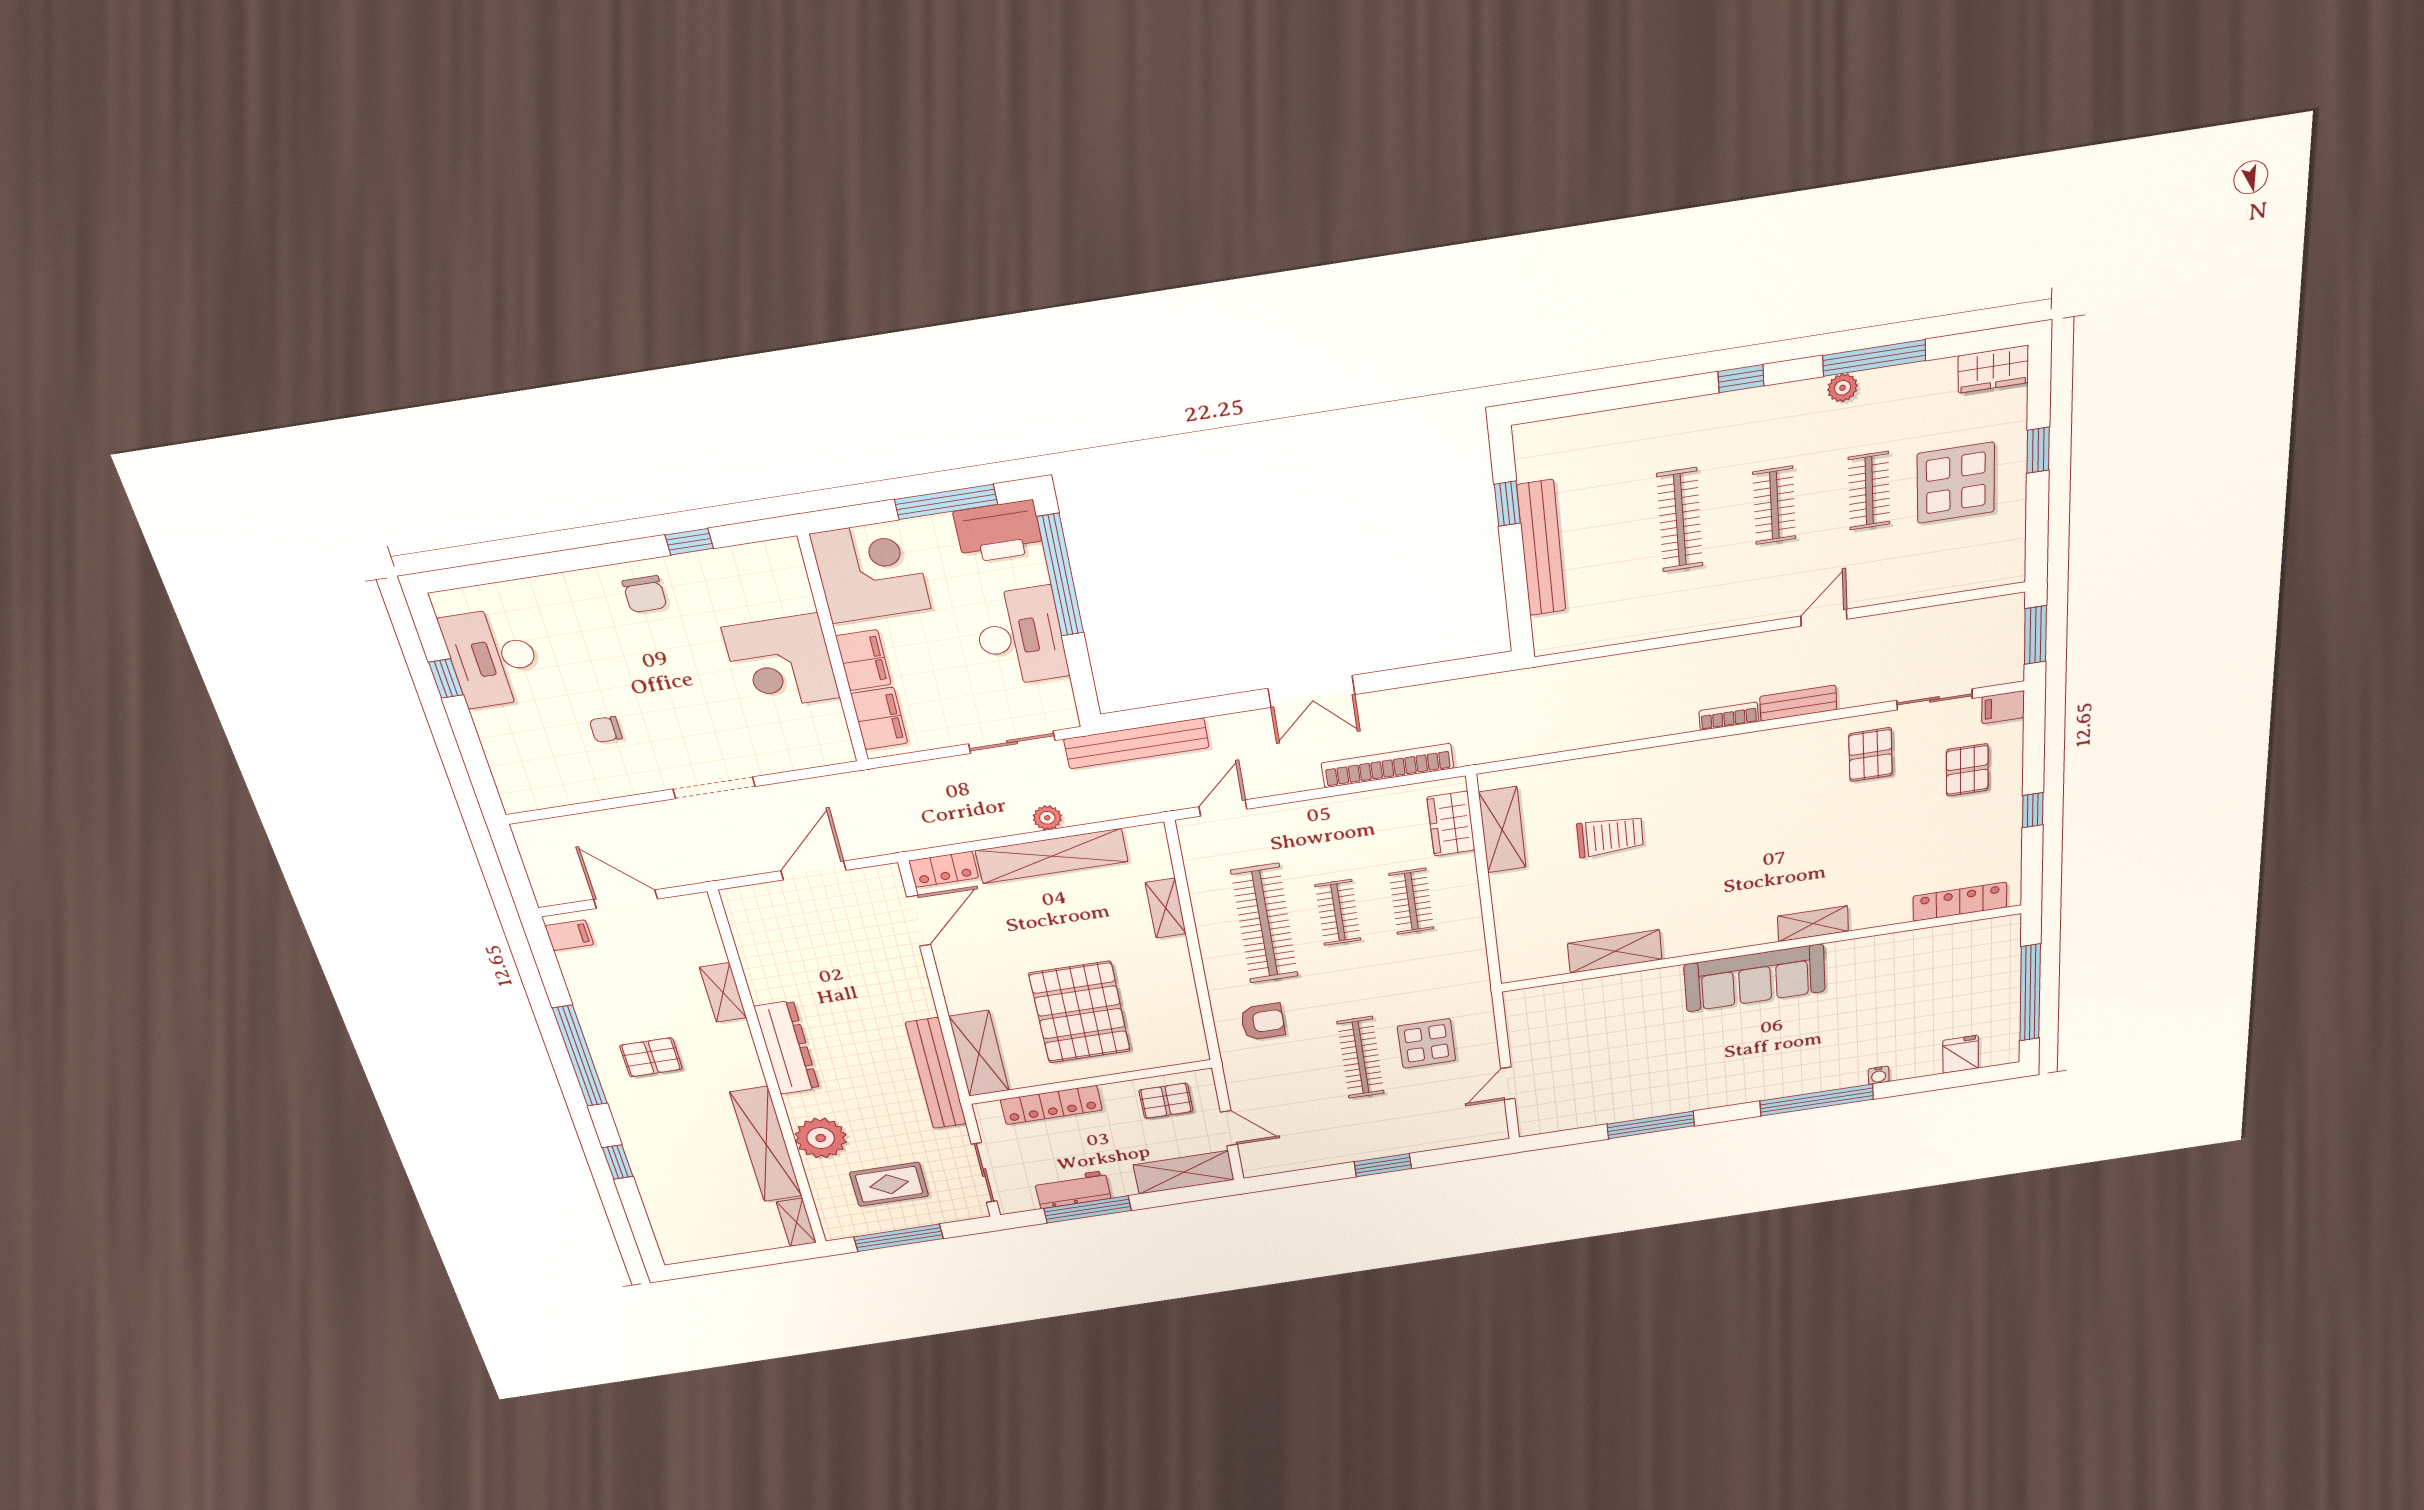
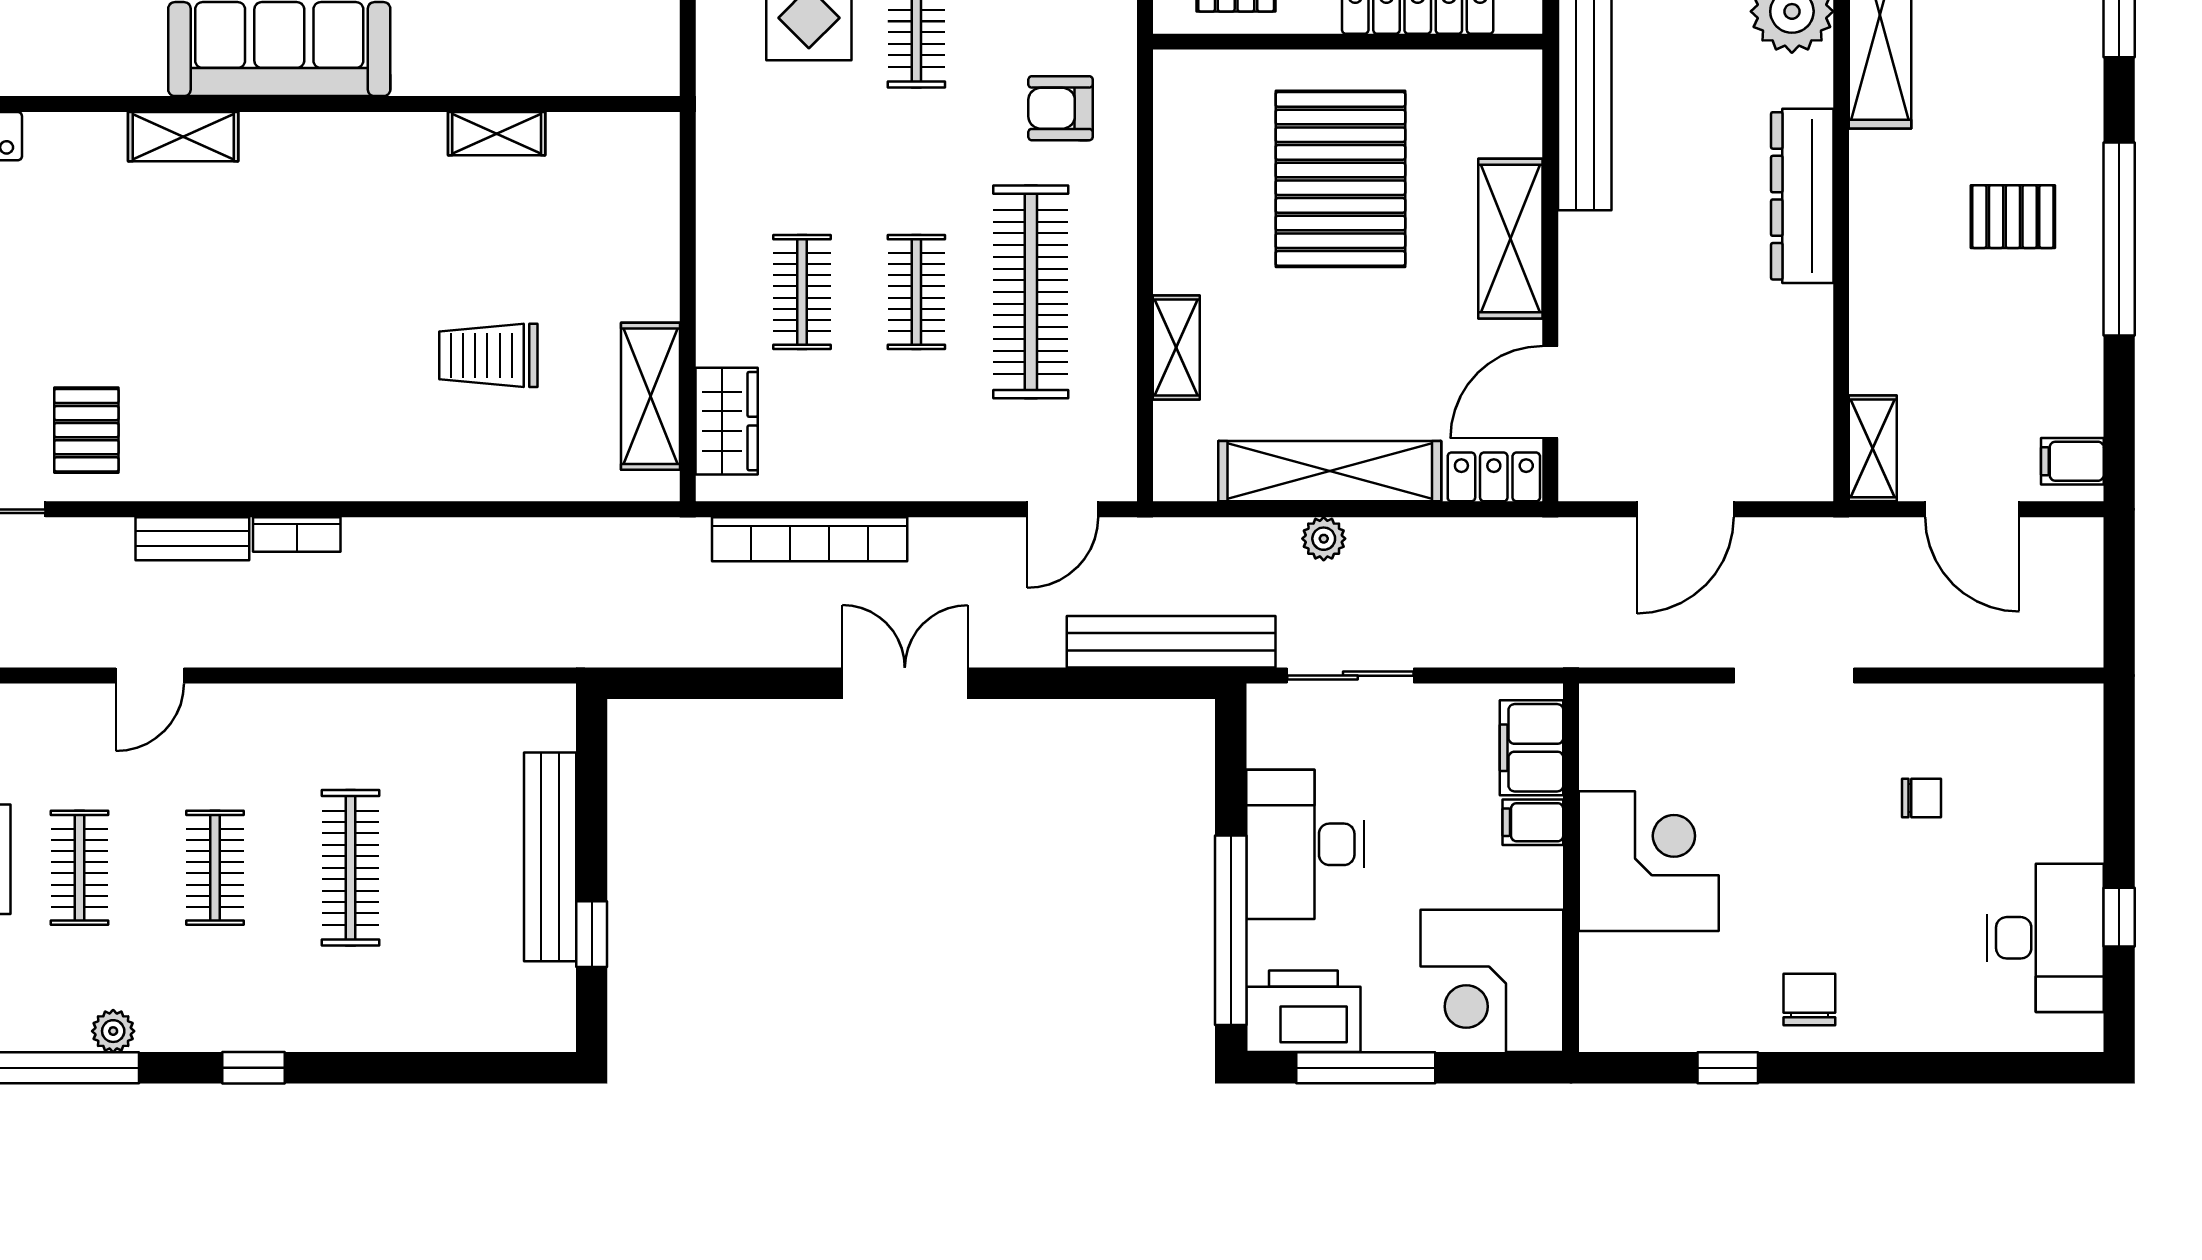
filing cabinet: (863, 660) -> (1533, 822), width x0.50
shelving: (1615, 951) -> (497, 134), width x0.67, depth x0.75
shelving: (723, 992) -> (1873, 448), moved
shelving: (979, 1053) -> (1510, 239), moved

